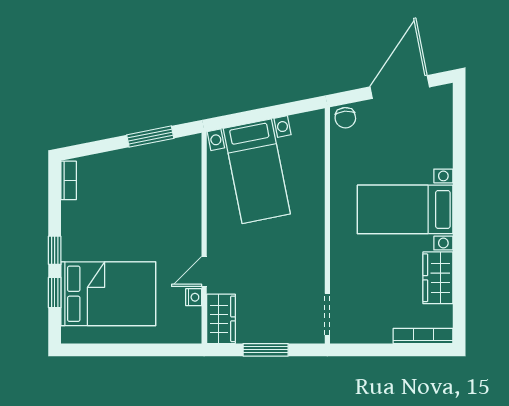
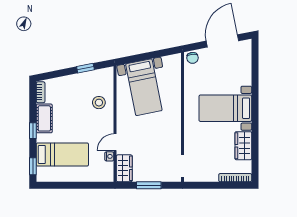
window: (150, 137) -> (85, 68), width x0.67
stool: (175, 199) -> (99, 103), added
cot: (75, 228) -> (44, 118), added
window: (55, 293) -> (33, 166), moved
bed: (108, 294) -> (62, 155), width x0.67

